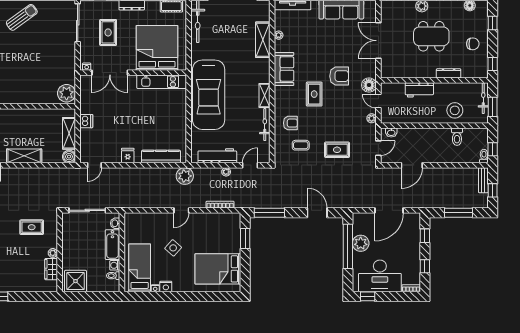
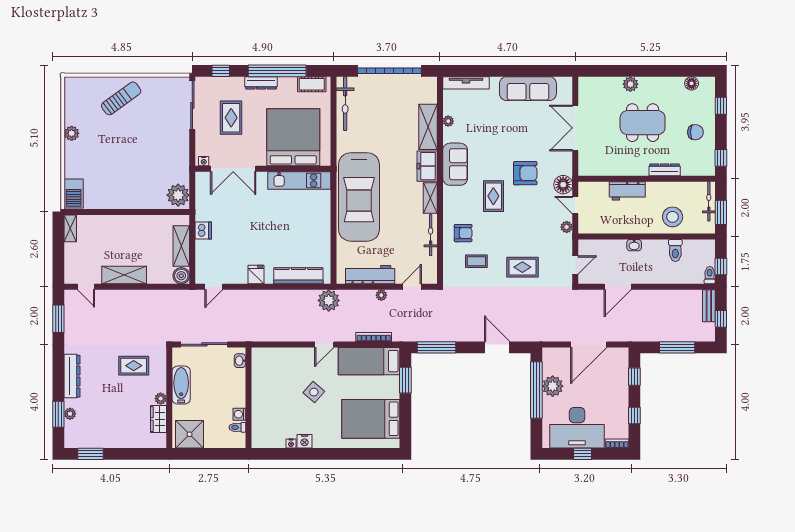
freezer: (262, 71) -> (427, 166), added
washbasin: (391, 133) -> (634, 245), moved
bathtub: (112, 245) -> (181, 385), moved, turned 180
bed: (140, 268) -> (369, 361), moved, turned -90
window: (368, 296) -> (583, 454), moved

